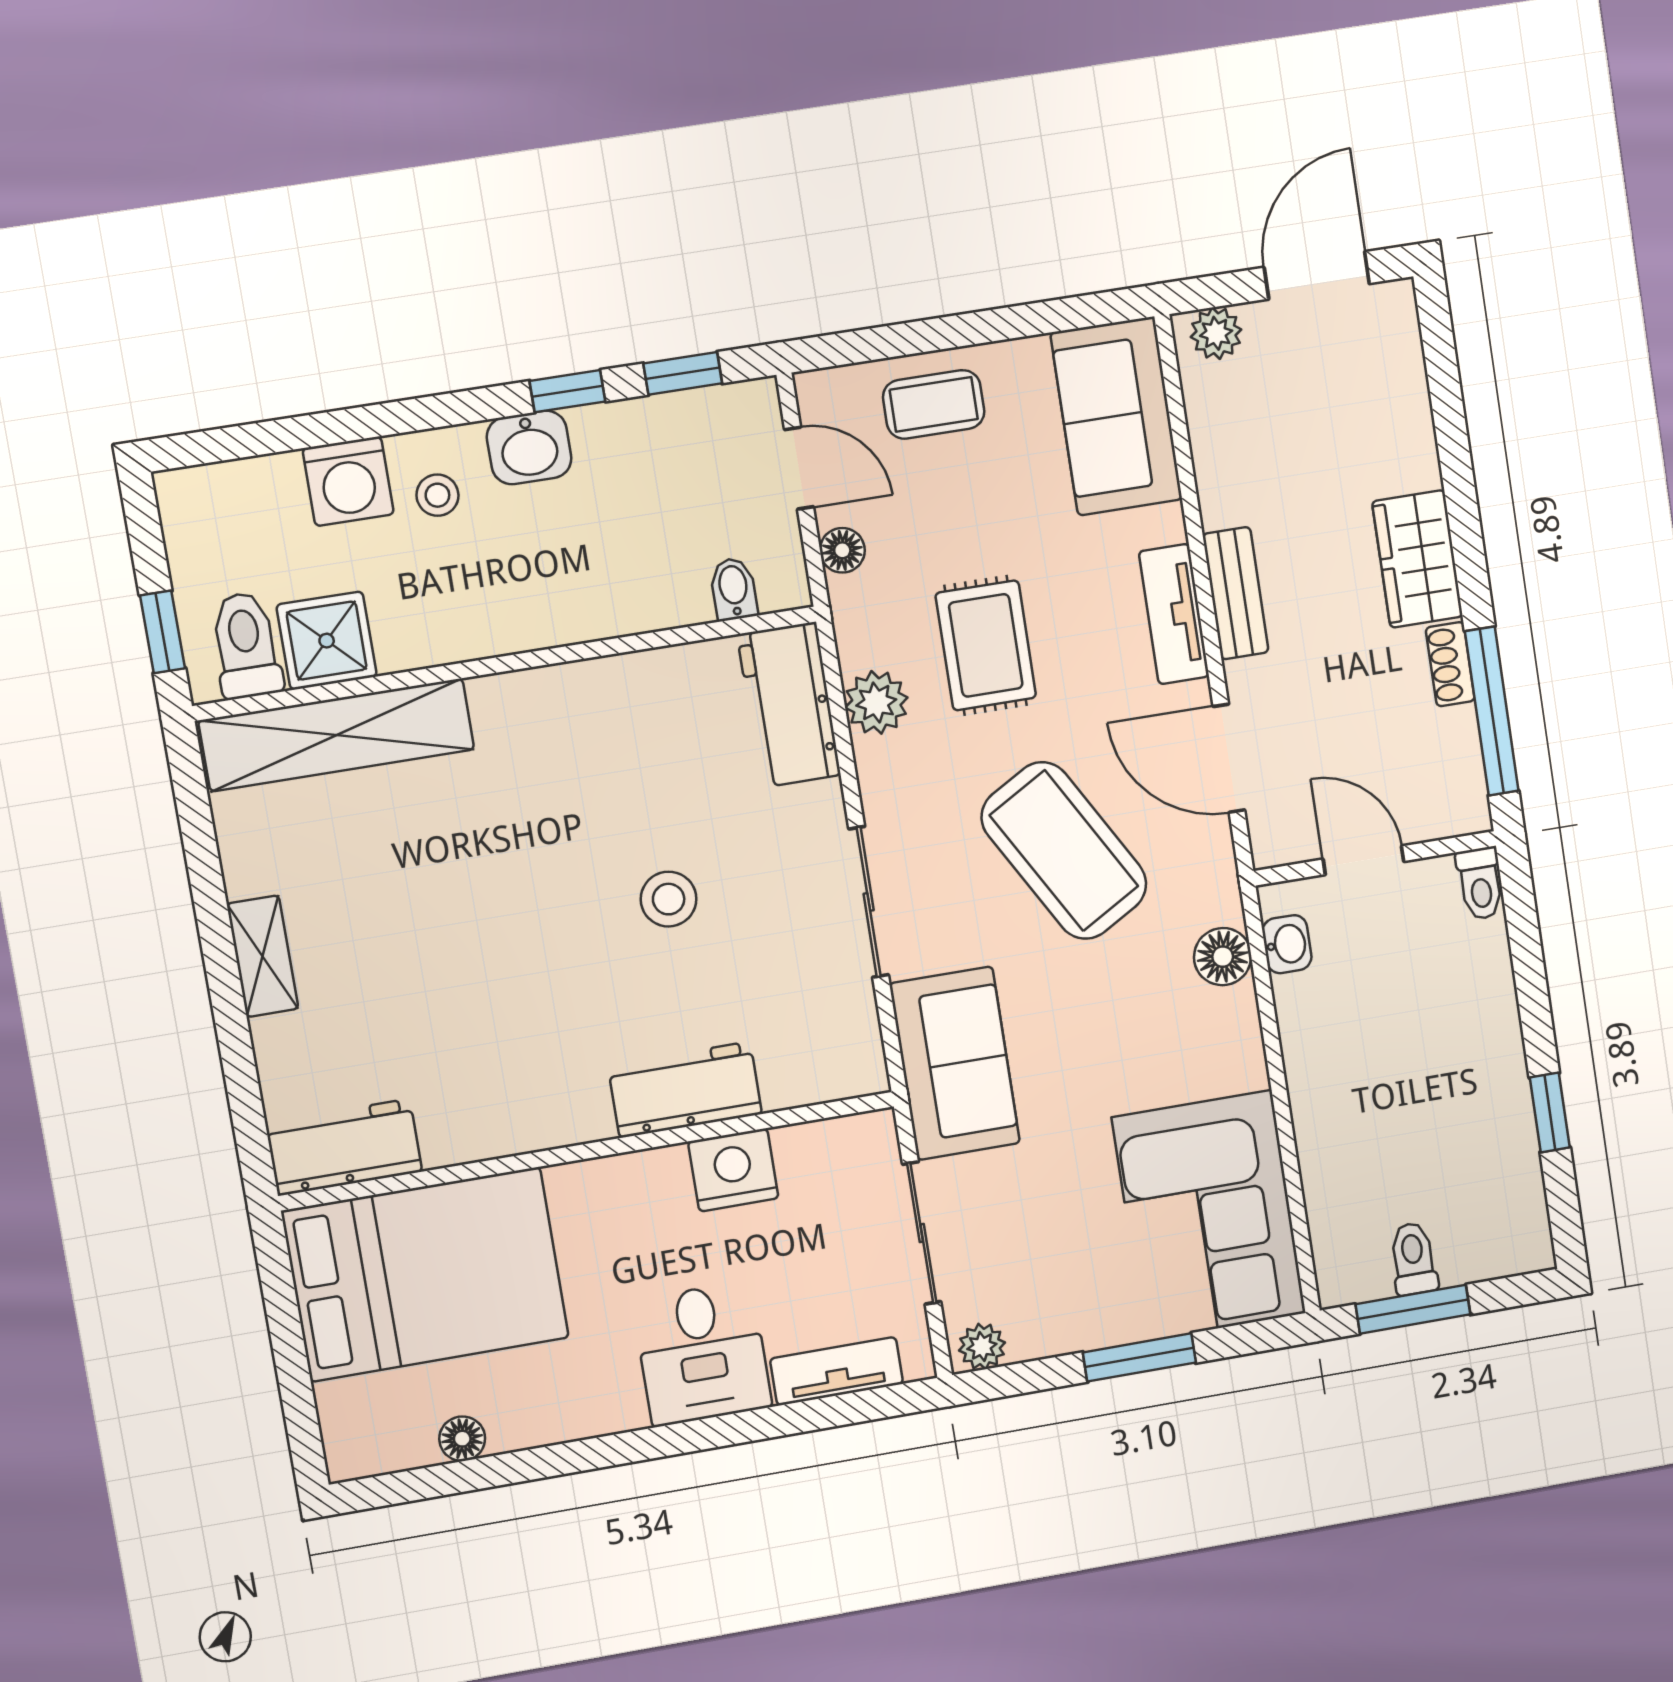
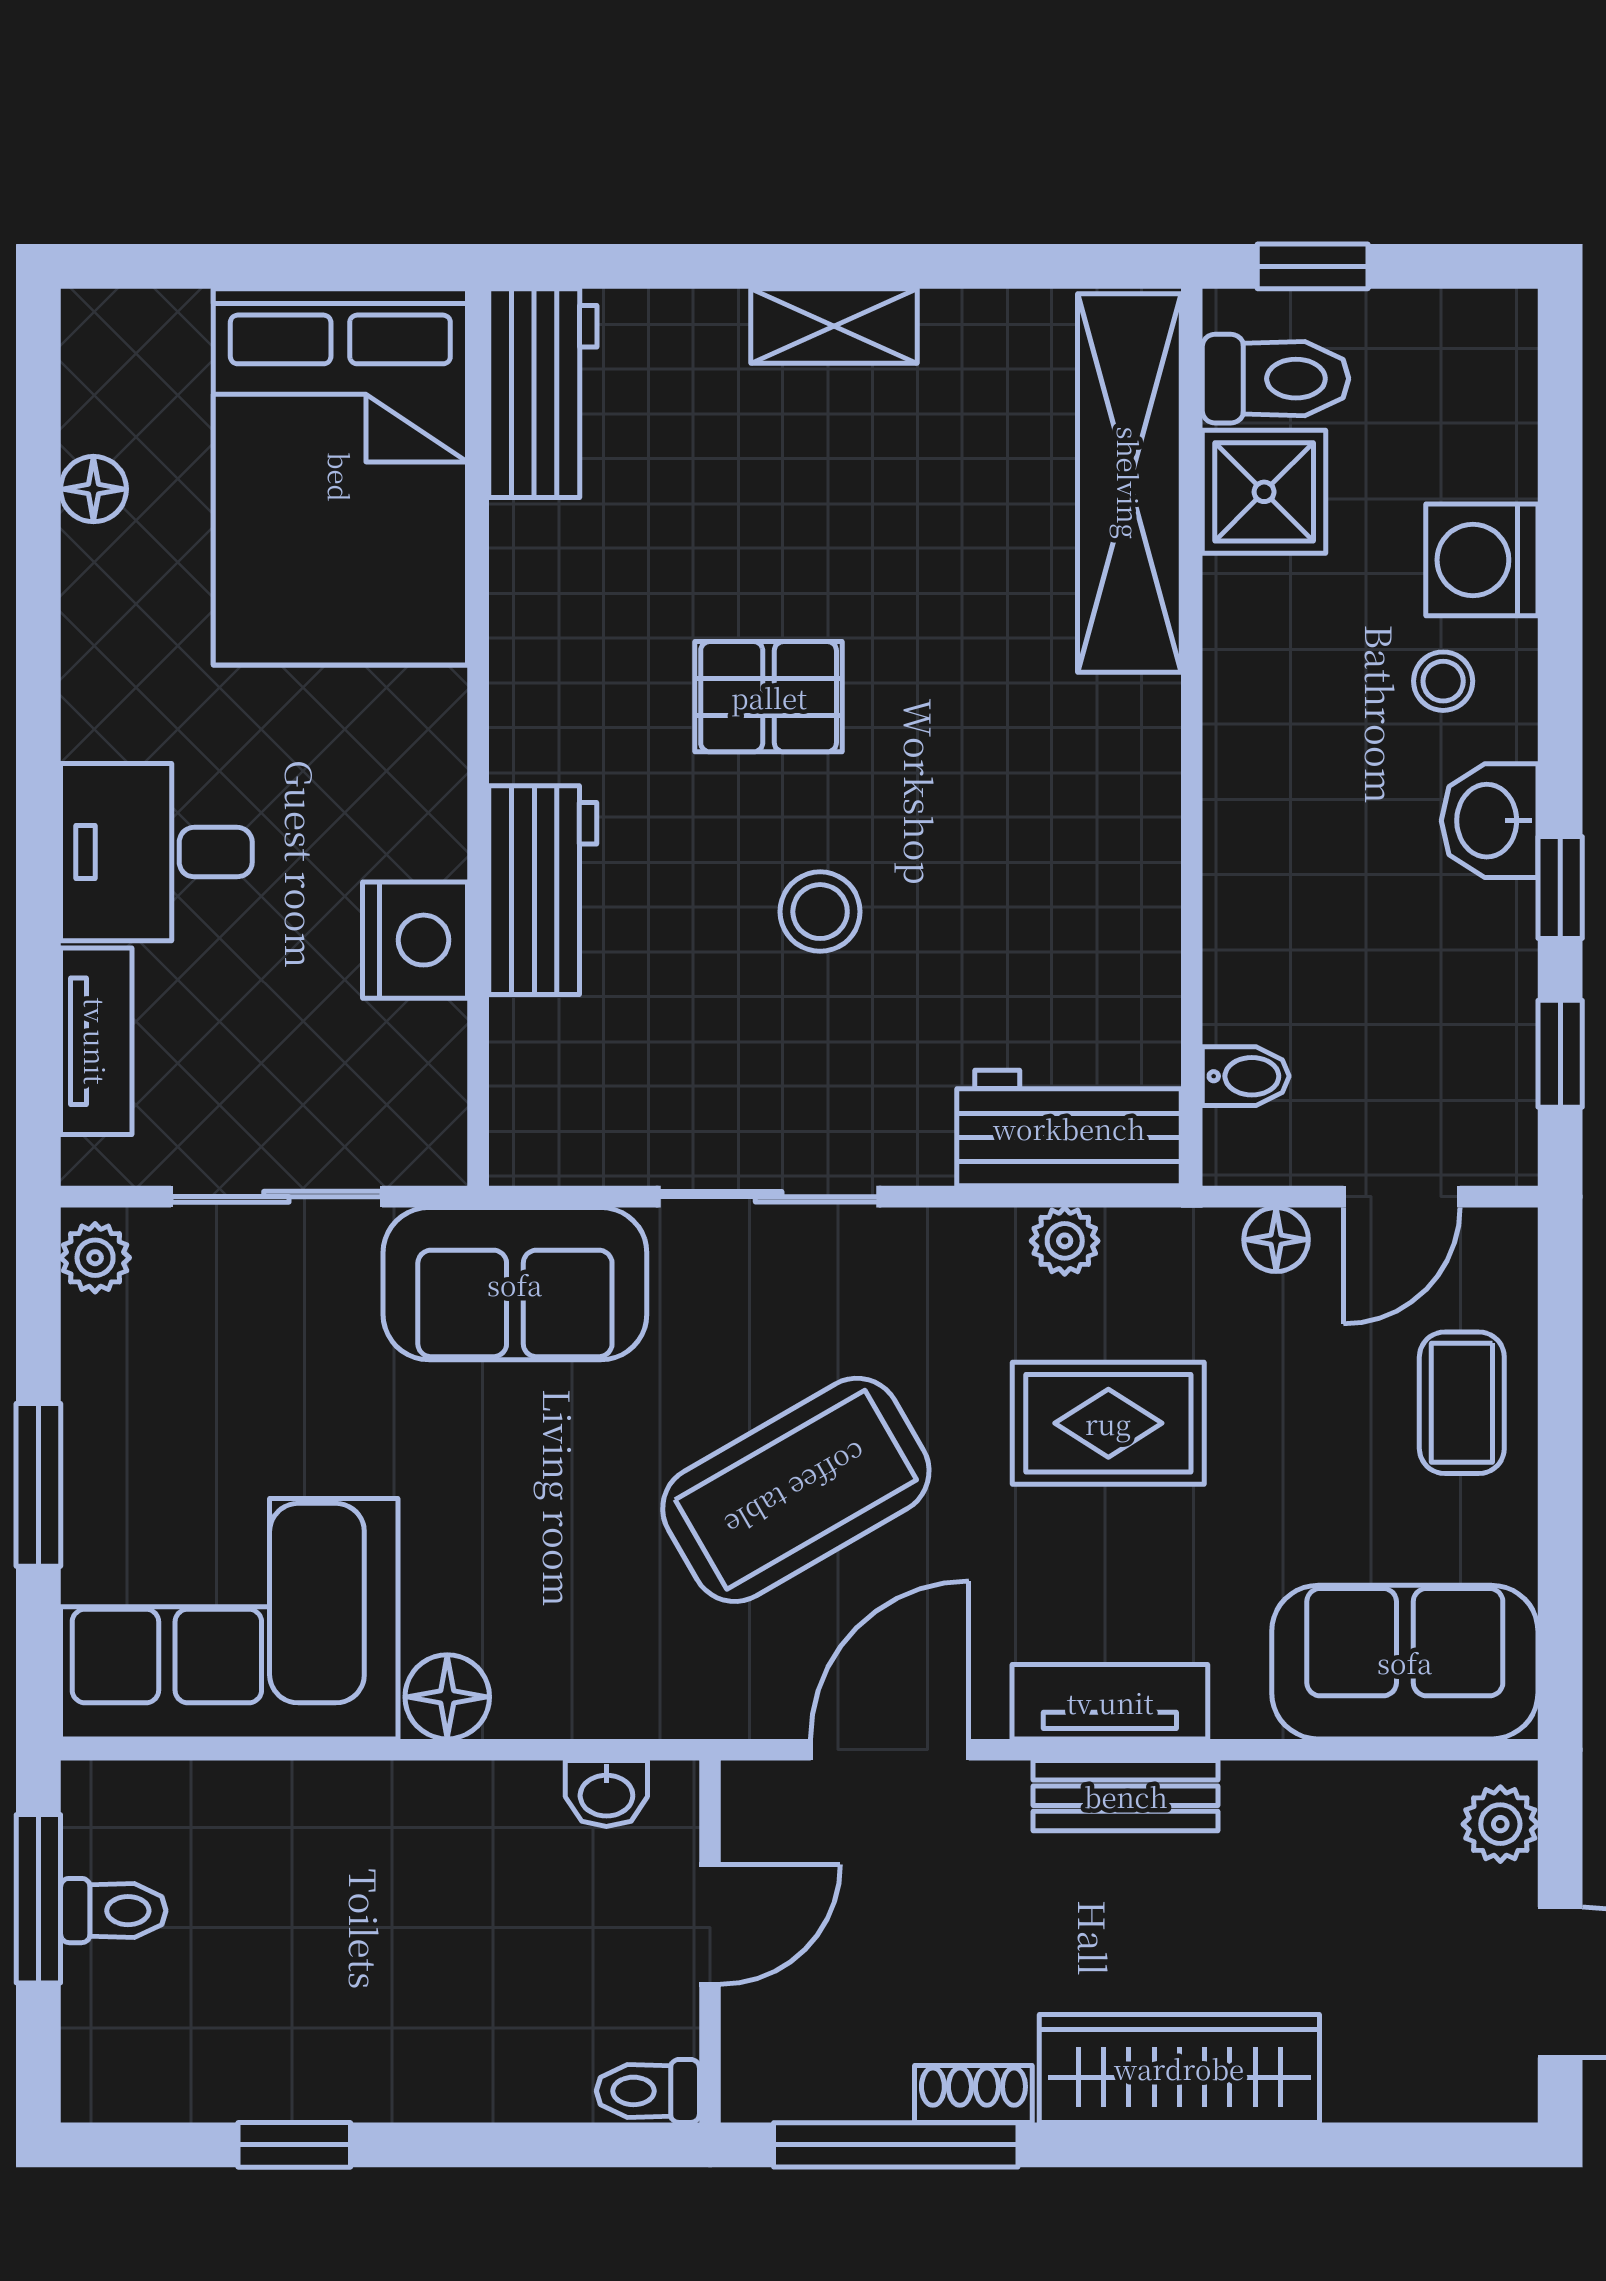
wardrobe: (1417, 559) -> (1179, 2068), width x1.50
plant: (876, 702) -> (1065, 1241), width x0.73, depth x0.73
floor lamp: (1223, 957) -> (447, 1697), moved
pallet: (527, 959) -> (769, 697), added

